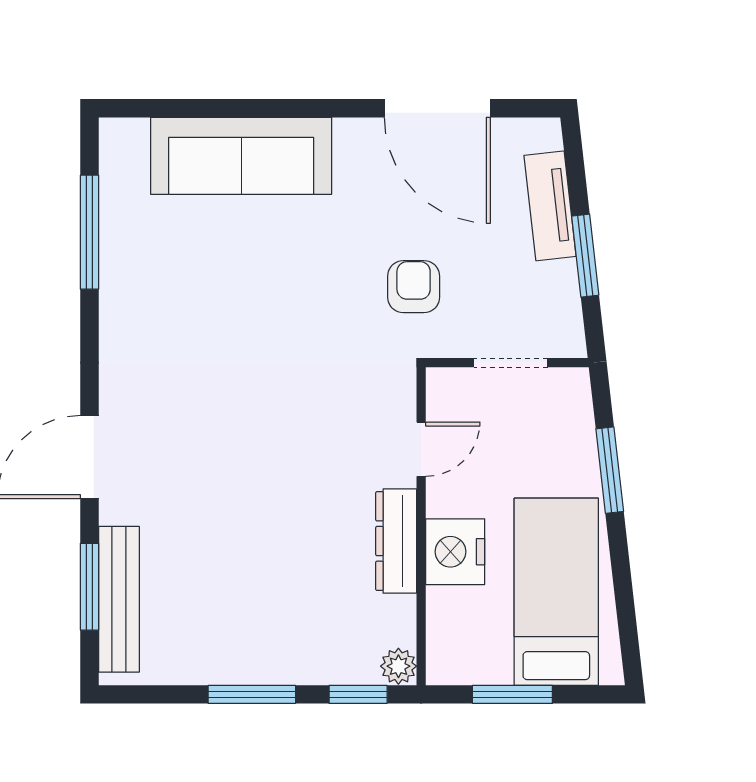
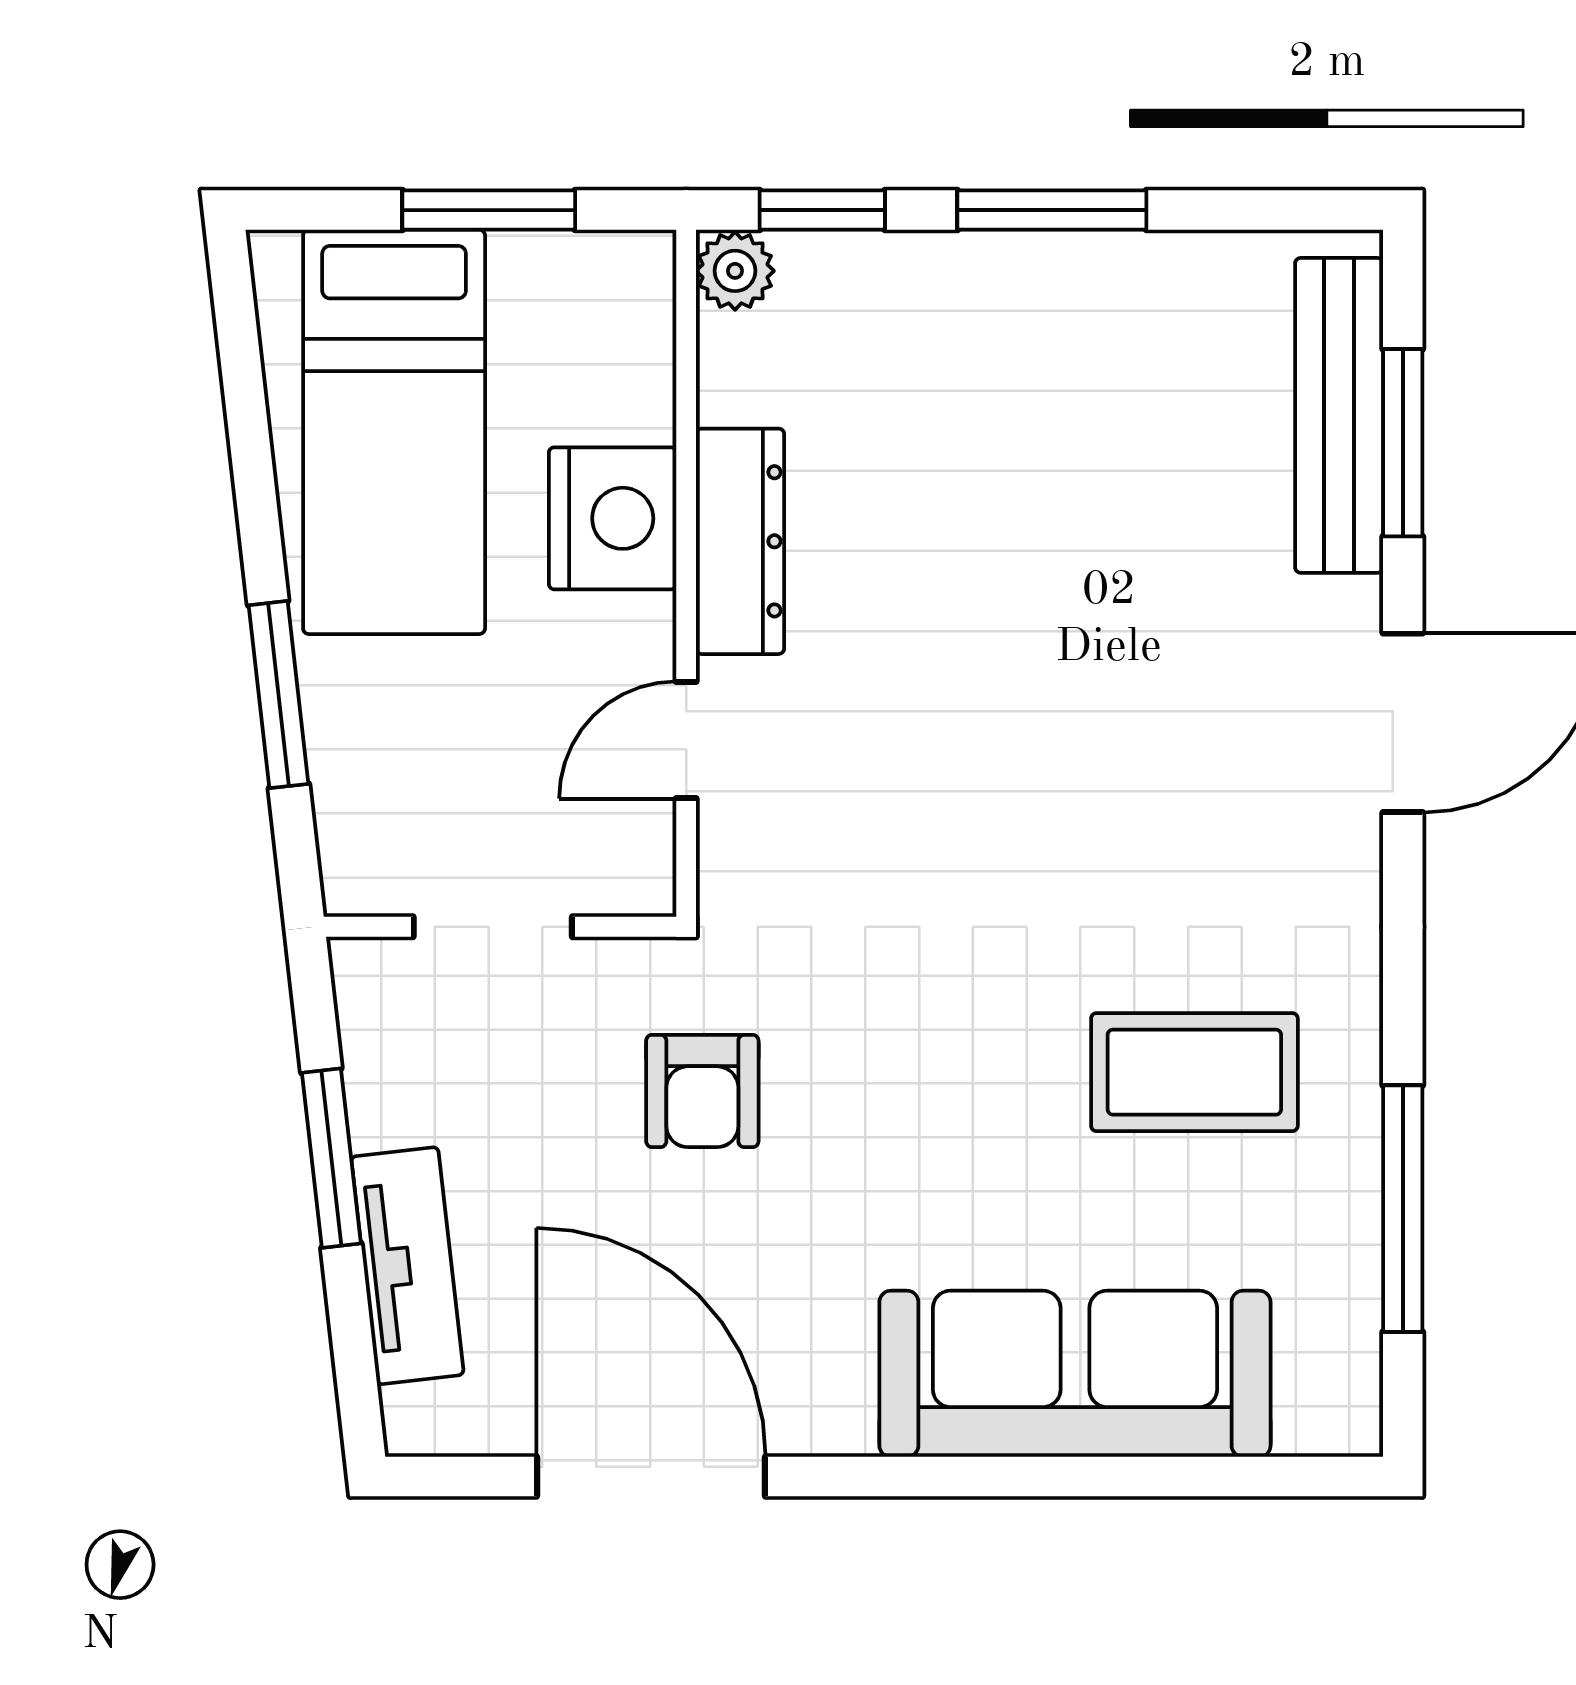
coffee table: (186, 295) -> (1194, 1072), added

